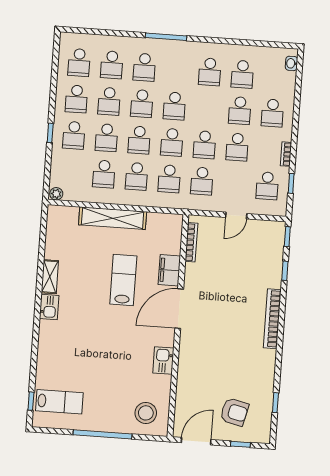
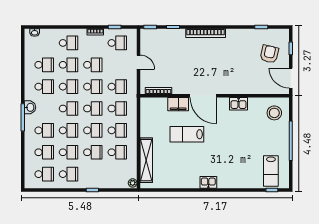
washbasin: (180, 48) -> (30, 107), added
school desk: (74, 135) -> (69, 87), moved
shelving: (113, 218) -> (146, 160), moved
shelving: (50, 277) -> (188, 183), removed
lab bench: (59, 402) -> (271, 171), turned 180

